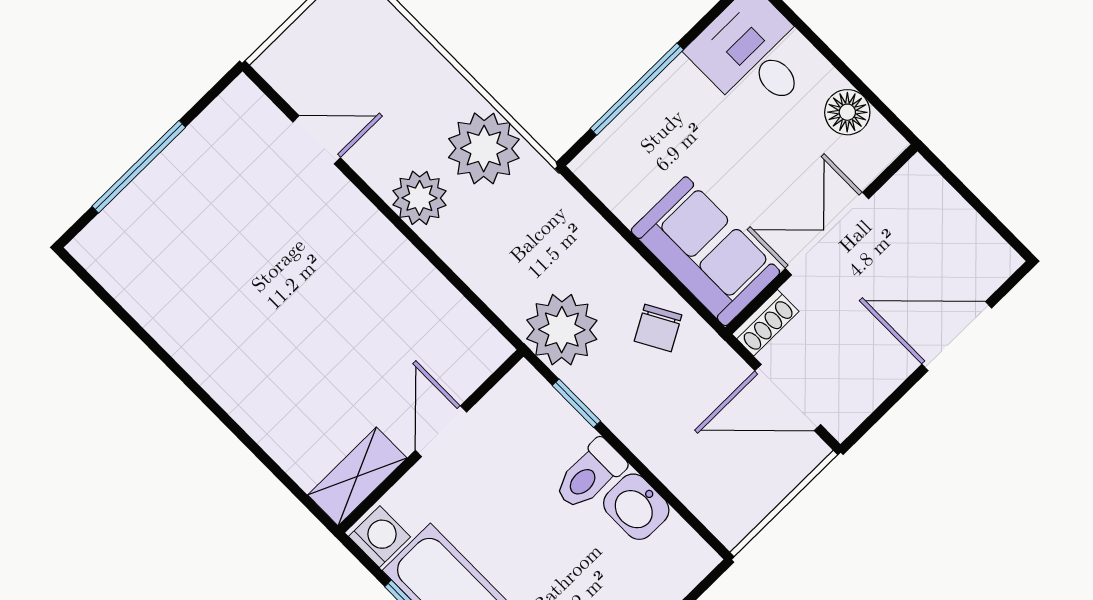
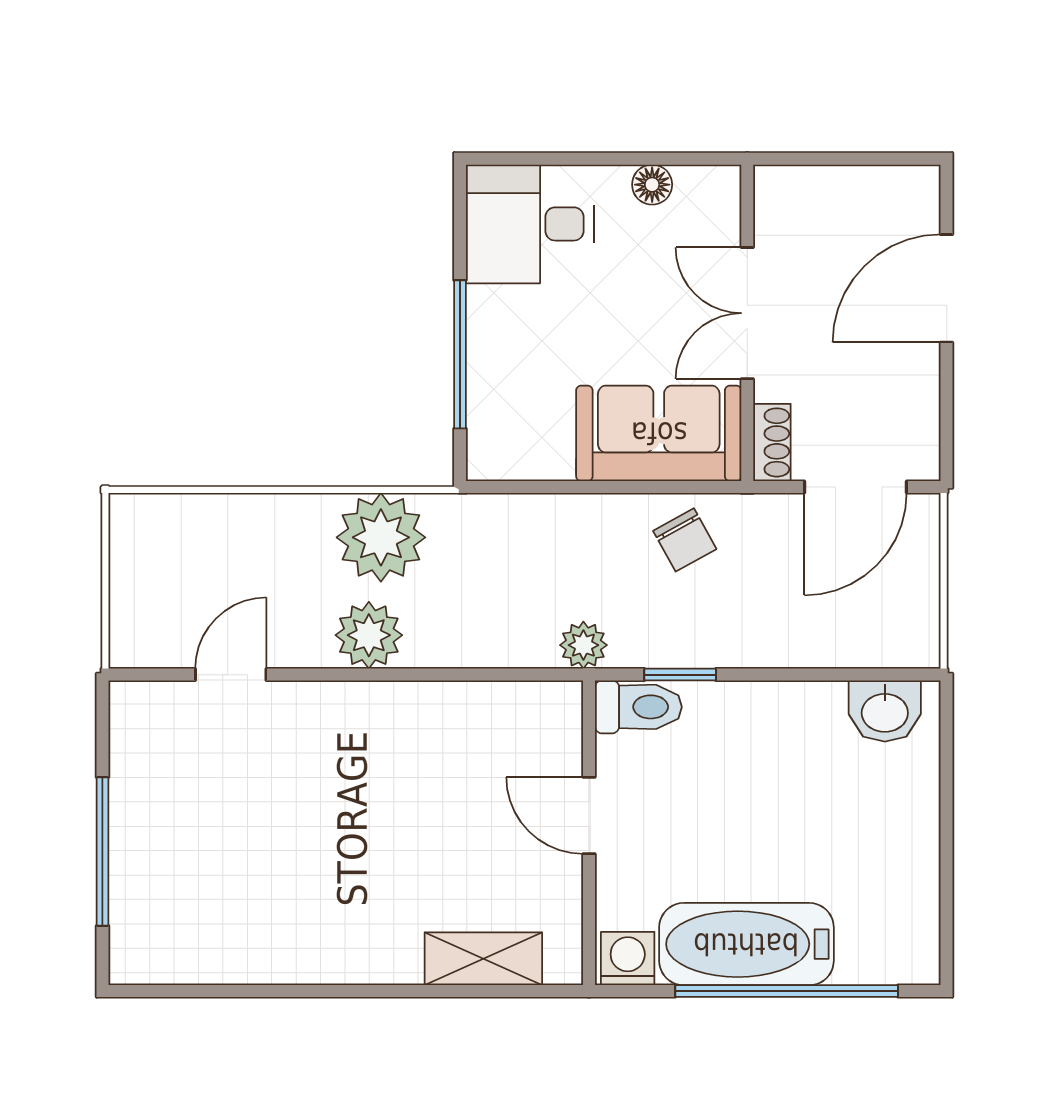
floor lamp: (847, 112) -> (652, 185), width x0.73, depth x0.73
plant: (562, 330) -> (583, 645), width x0.53, depth x0.53
toilet: (590, 475) -> (638, 707), moved, turned -90
shelving: (357, 476) -> (483, 959), moved, turned 90
washbasin: (636, 507) -> (885, 711), moved

